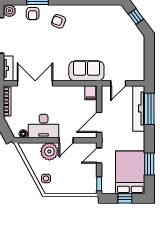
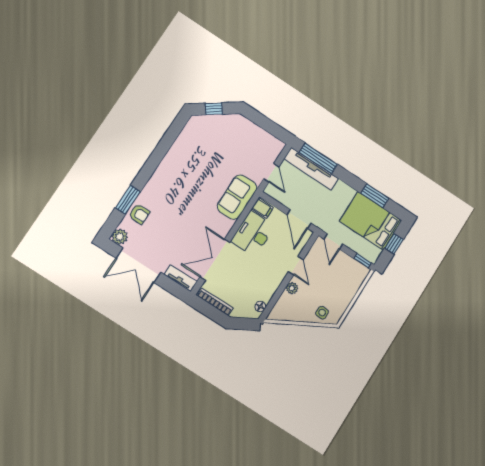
armchair: (59, 21) -> (166, 192), removed
desk: (44, 126) -> (253, 234), moved, turned 180
plant: (49, 151) -> (292, 288), width x0.53, depth x0.53

